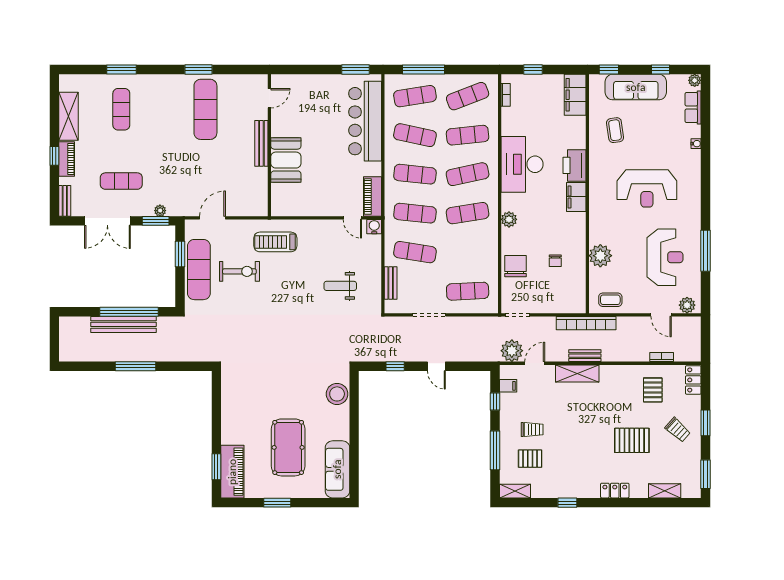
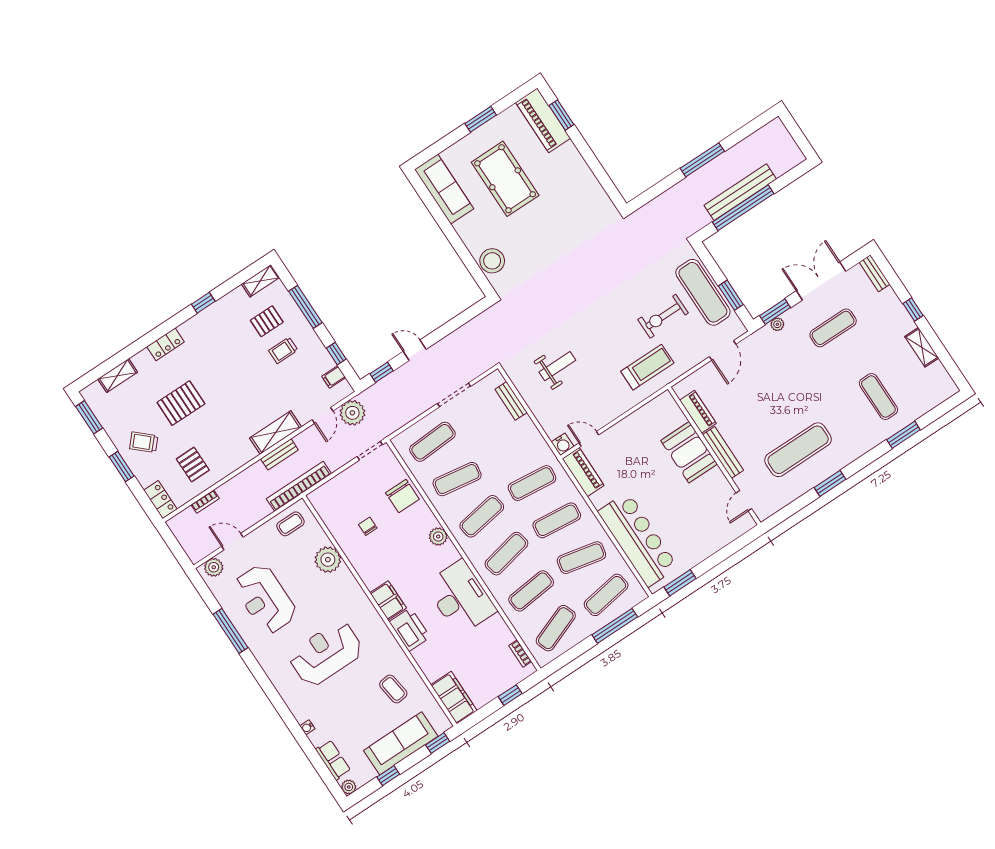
exercise mat: (205, 109) -> (798, 450), turned 90
shelving: (69, 116) -> (922, 347), width x0.67, depth x0.75
piano: (67, 159) -> (698, 412), moved, turned 180
exercise mat: (415, 252) -> (457, 479), moved
window: (395, 366) -> (381, 372), moved

